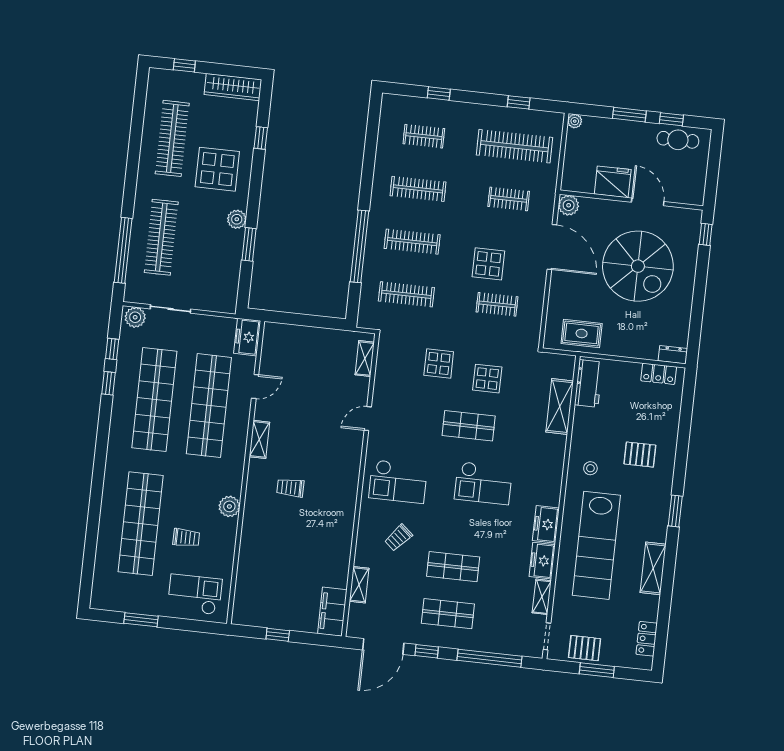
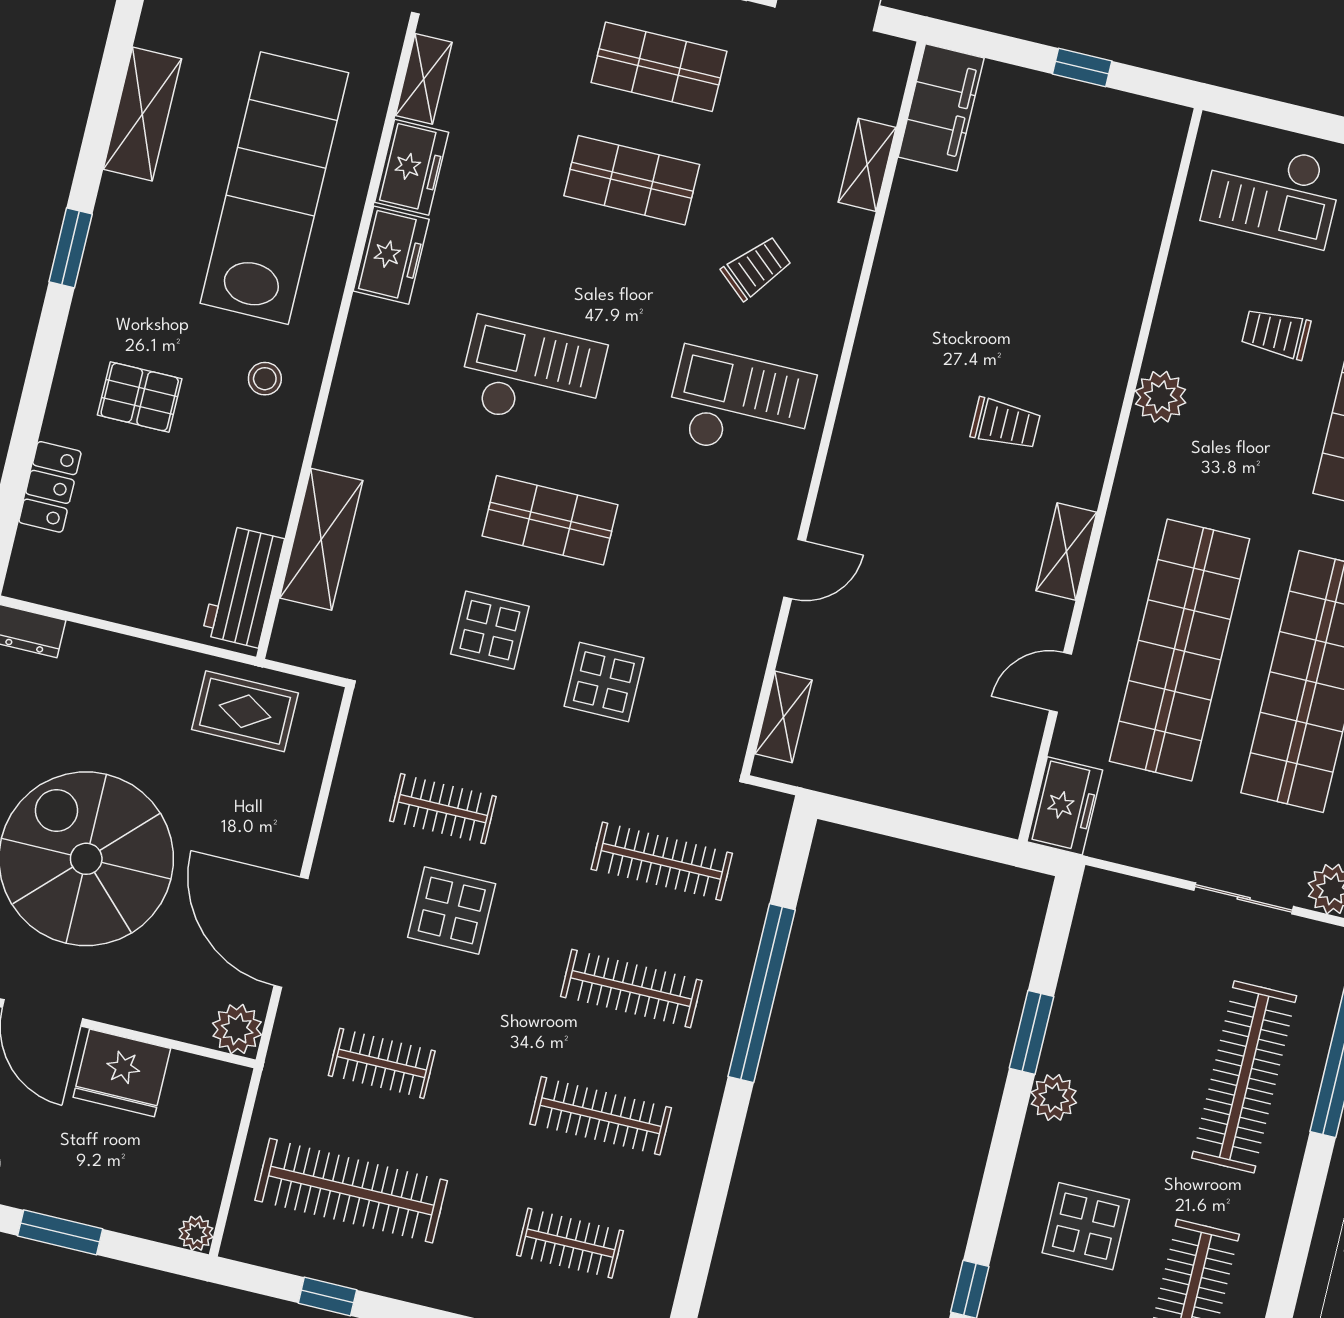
display table: (217, 169) -> (1086, 1226), width x0.73, depth x0.73
locker: (659, 374) -> (50, 487), moved, turned 90

